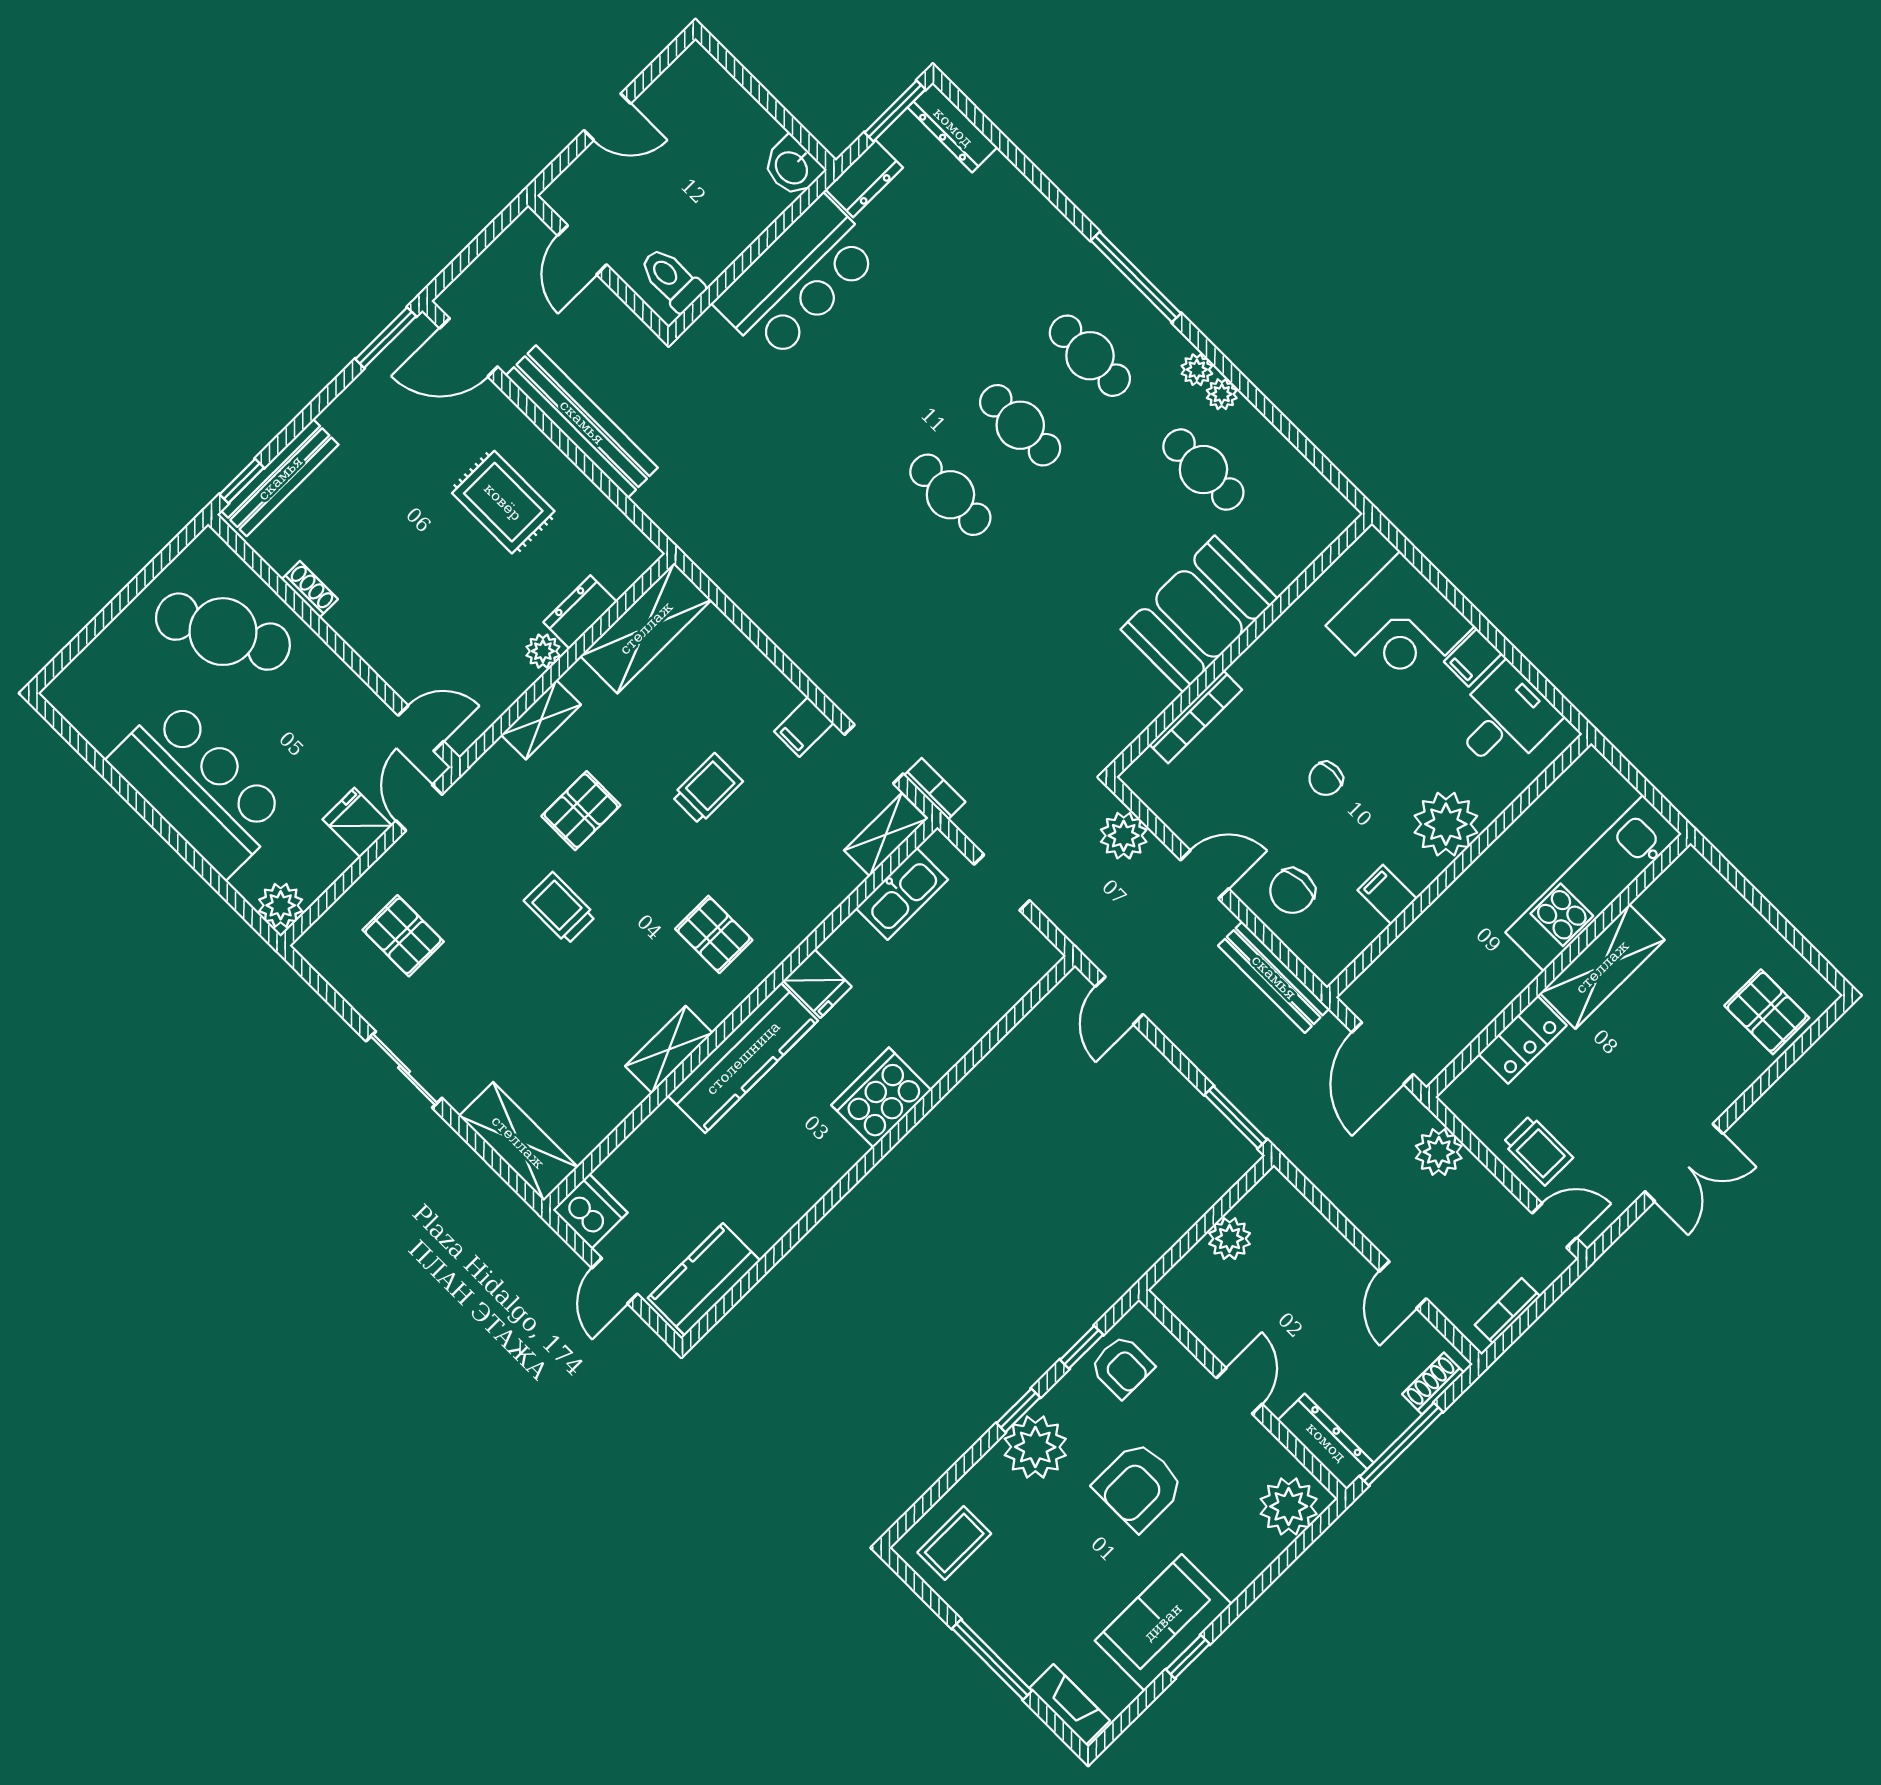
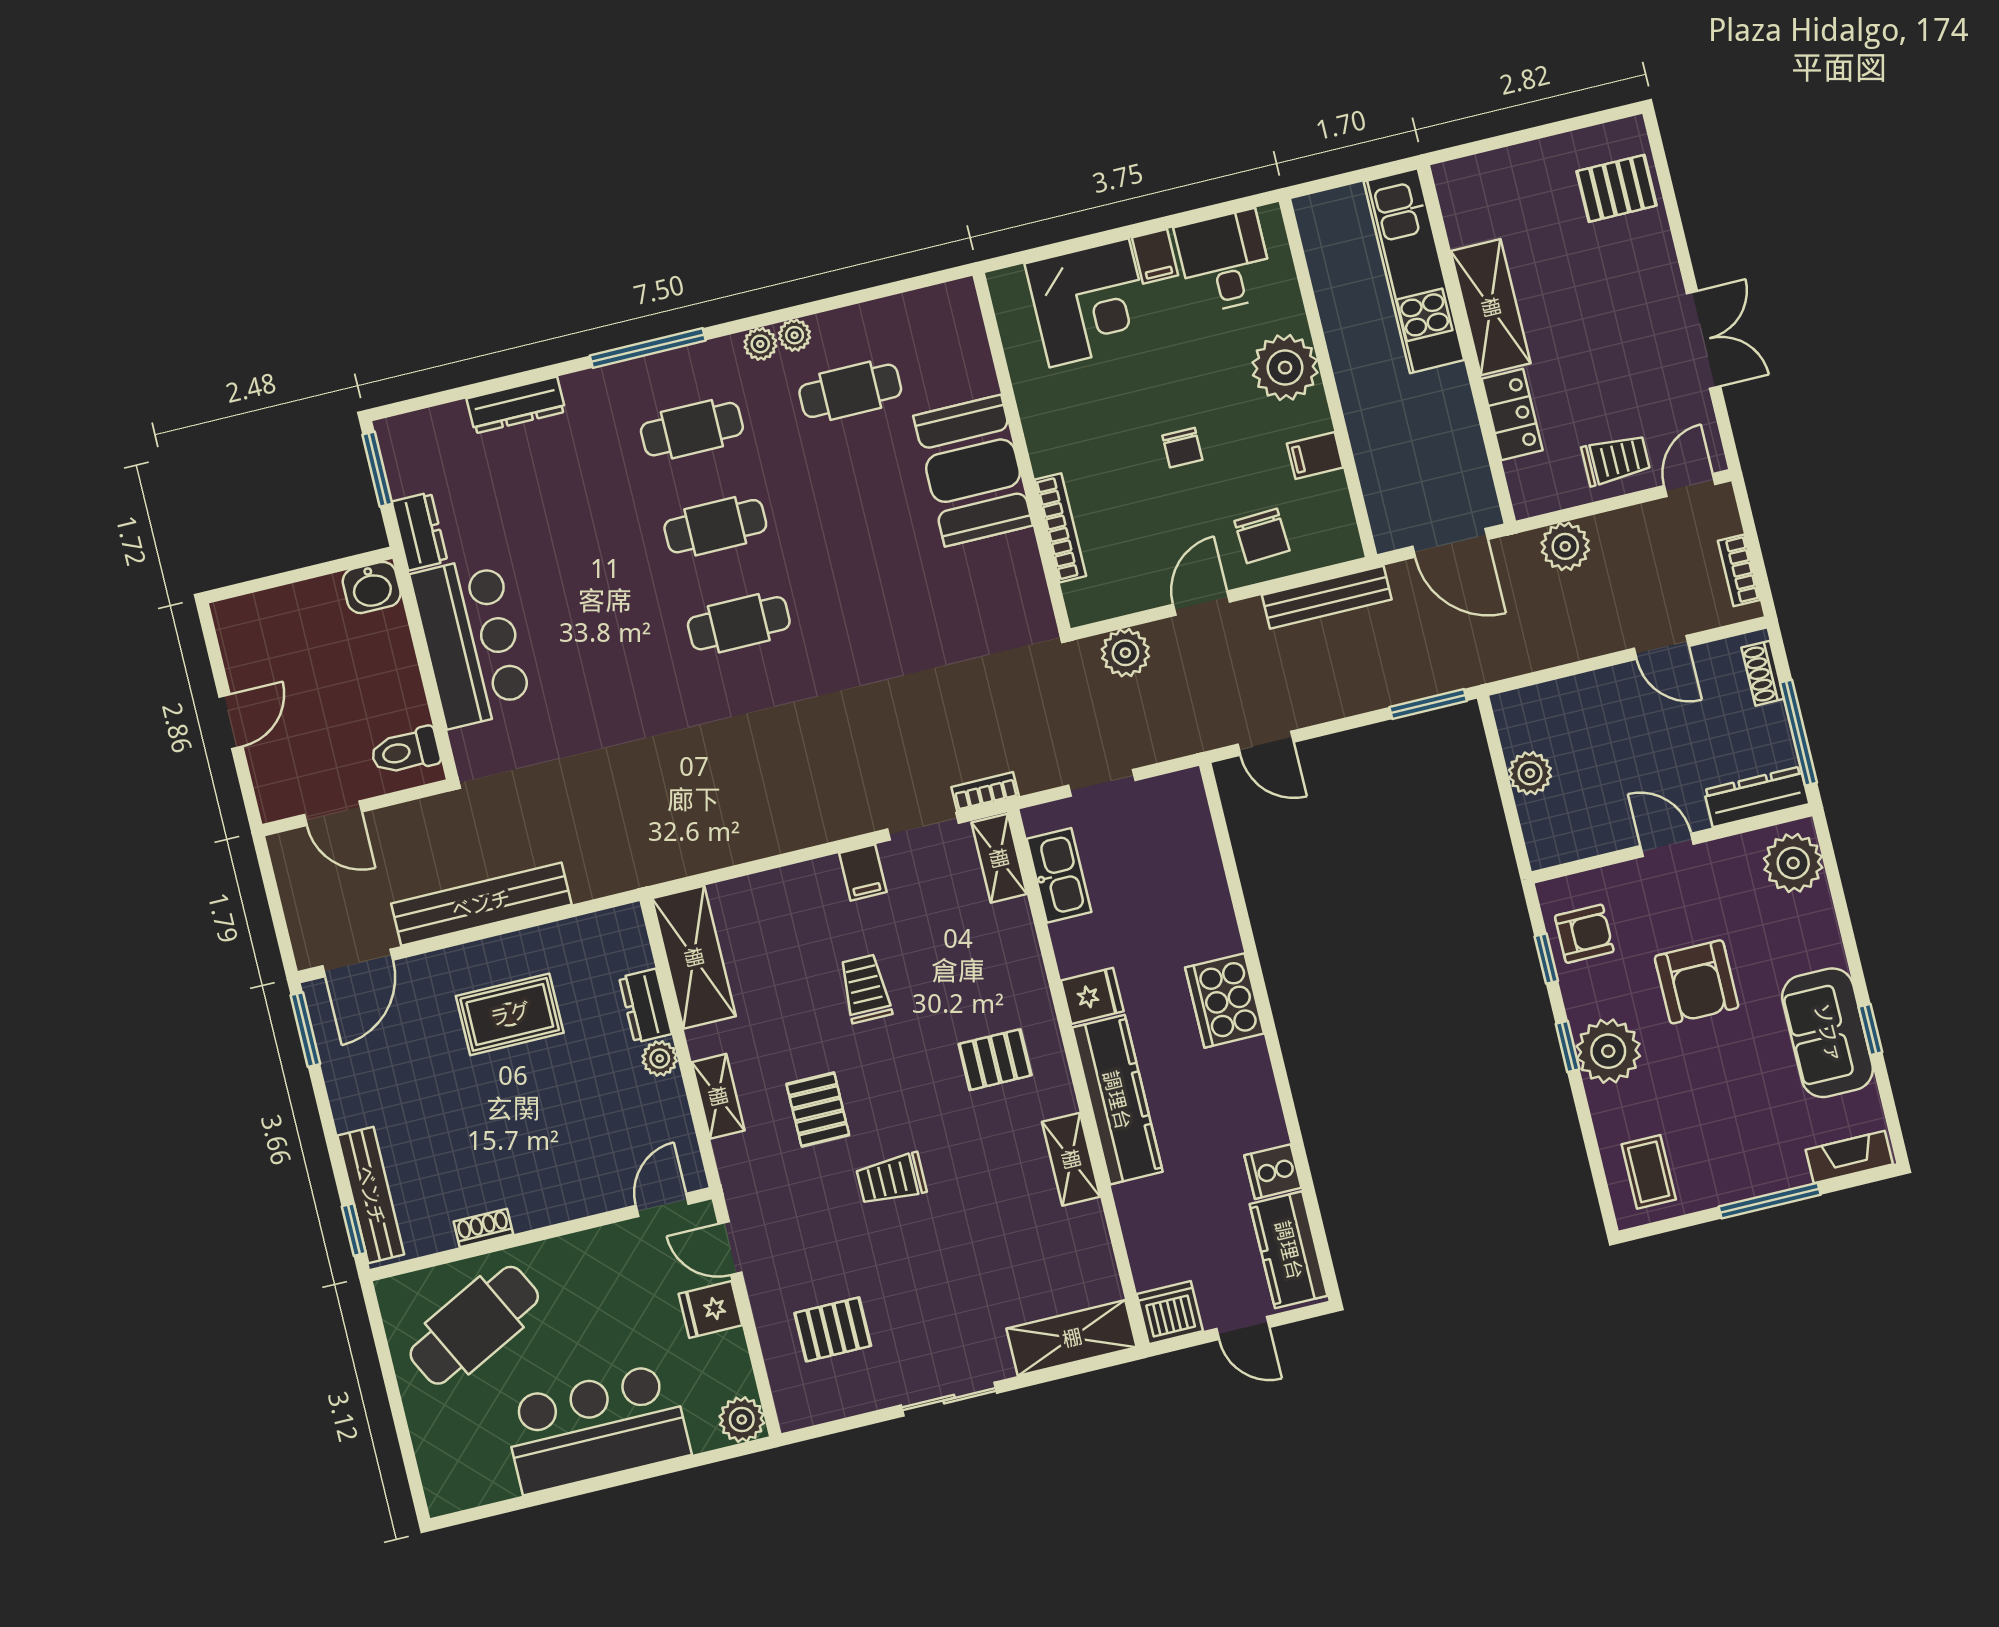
dresser: (953, 127) -> (516, 405), moved
cooker: (762, 1226) -> (1273, 1172), added

